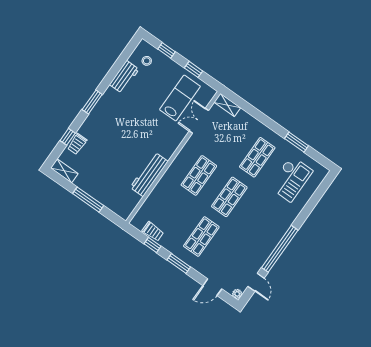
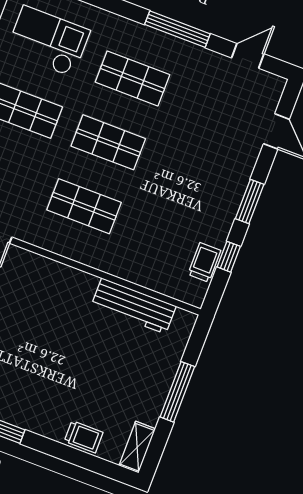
window: (68, 137) -> (75, 457), removed
workbench: (149, 174) -> (134, 306), moved
shop shelf: (201, 237) -> (133, 78), moved
window: (280, 249) -> (177, 29), width x0.68
plant: (237, 294) -> (277, 84), removed

